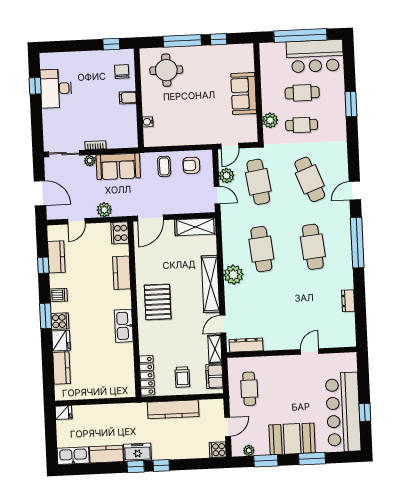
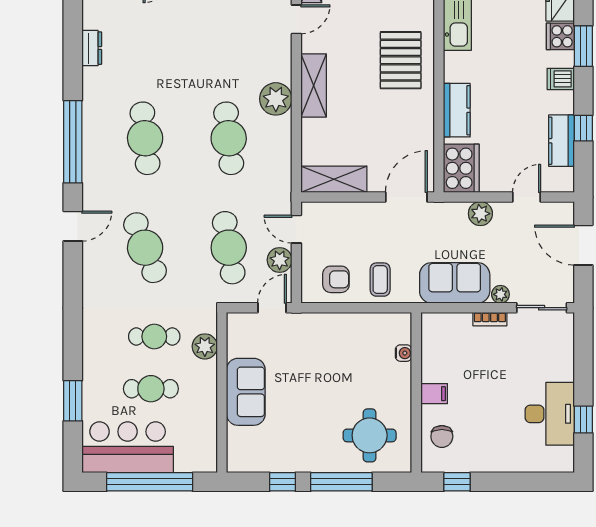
window: (351, 104) -> (73, 401), moved
cooker: (120, 233) -> (461, 168), width x1.37, depth x1.31
shelving: (210, 284) -> (314, 85), width x0.68

